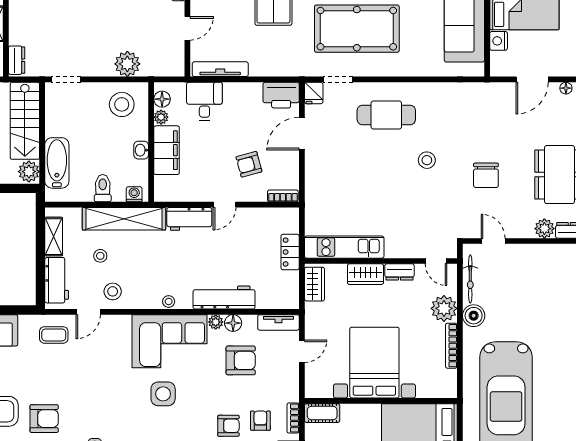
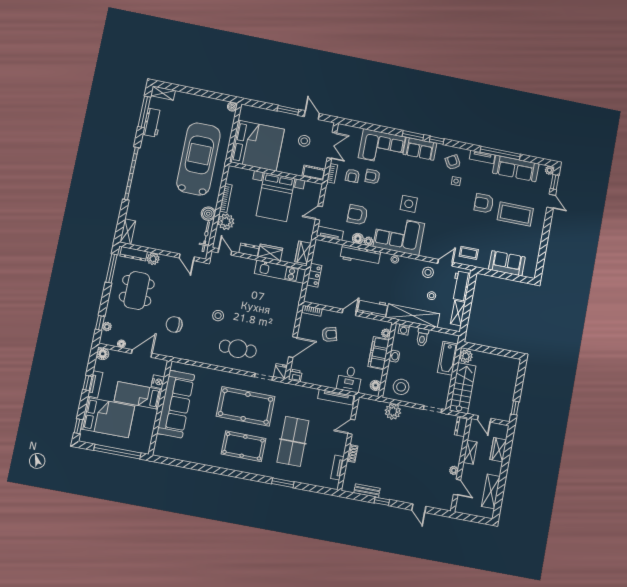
printer: (281, 95) -> (295, 375), width x0.53, depth x0.68
plant: (161, 117) -> (386, 333), moved
chair: (486, 175) -> (174, 324), moved, turned -90

